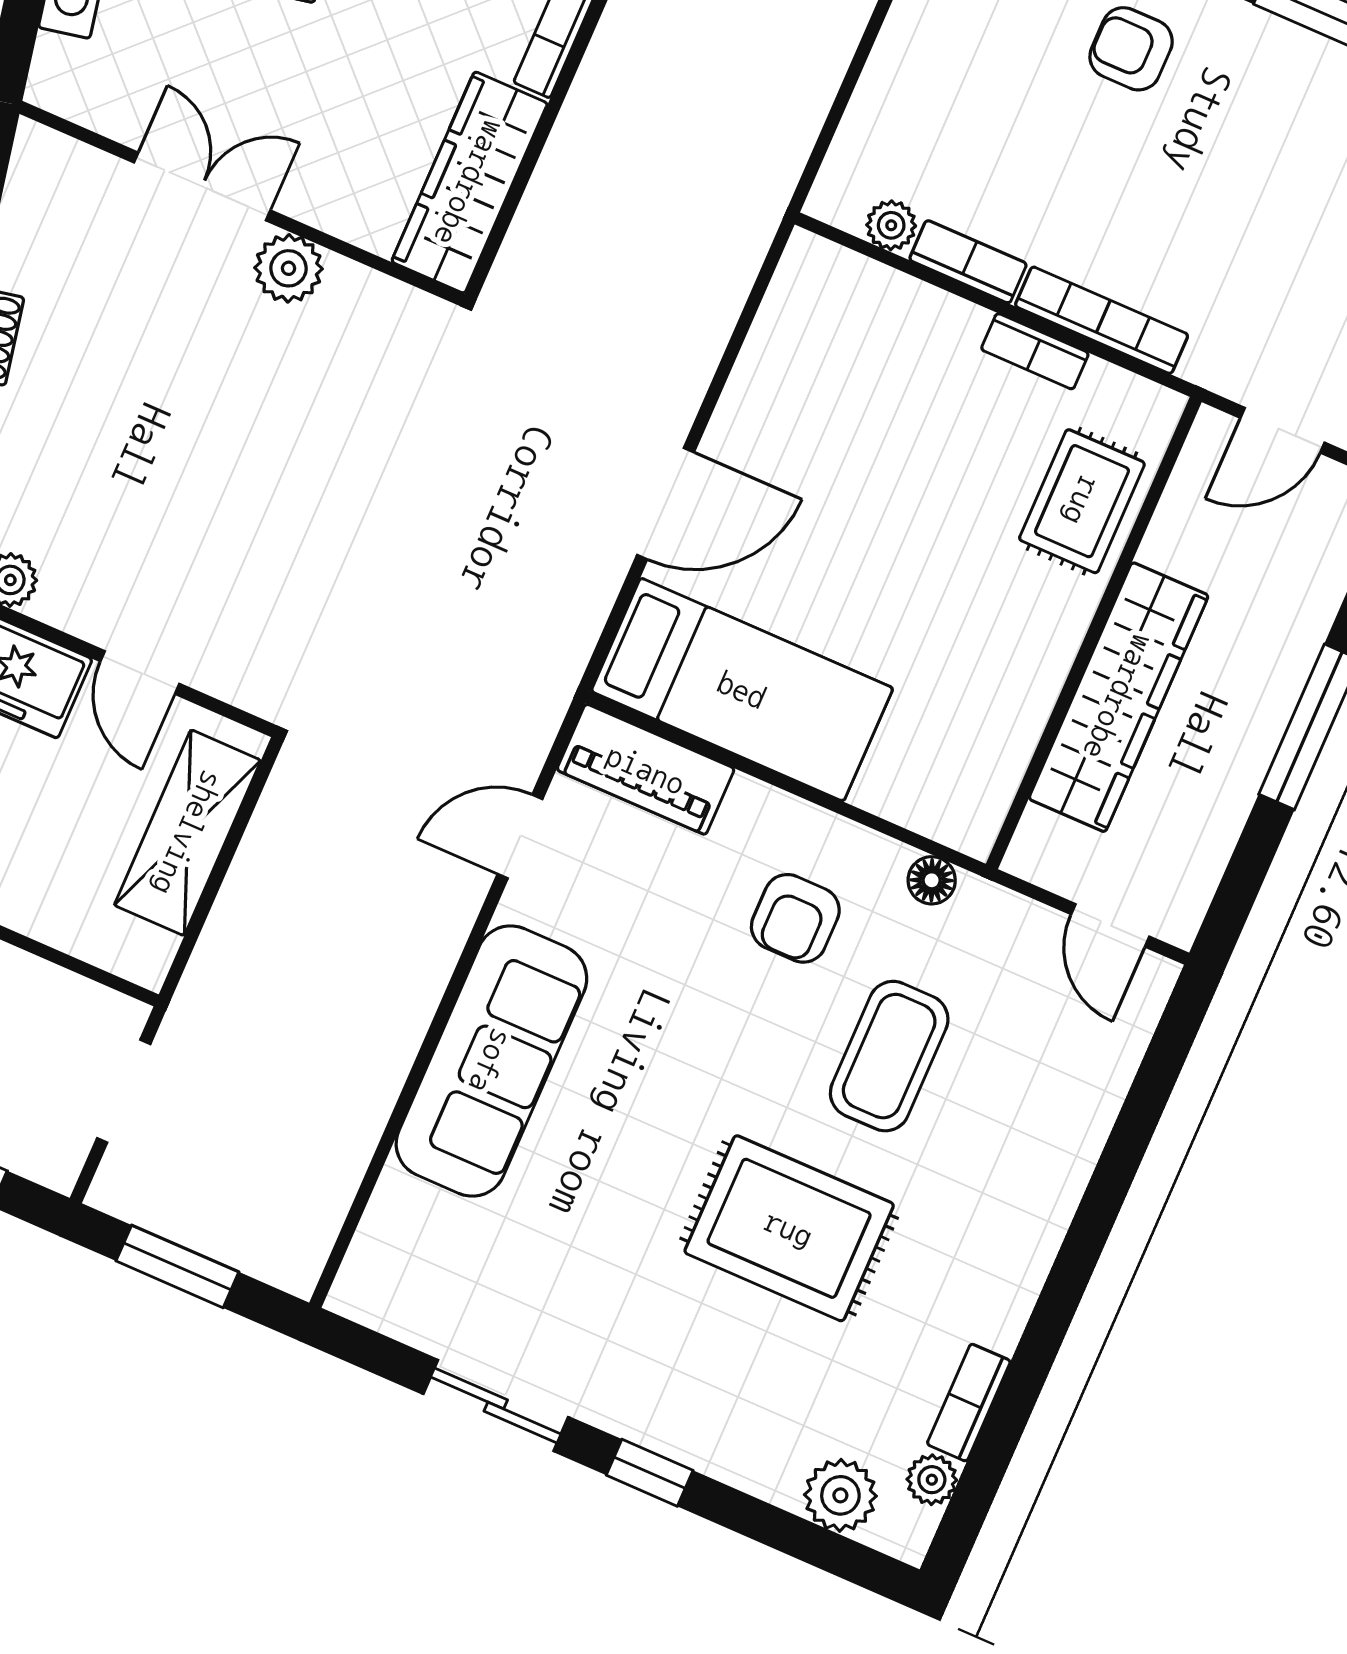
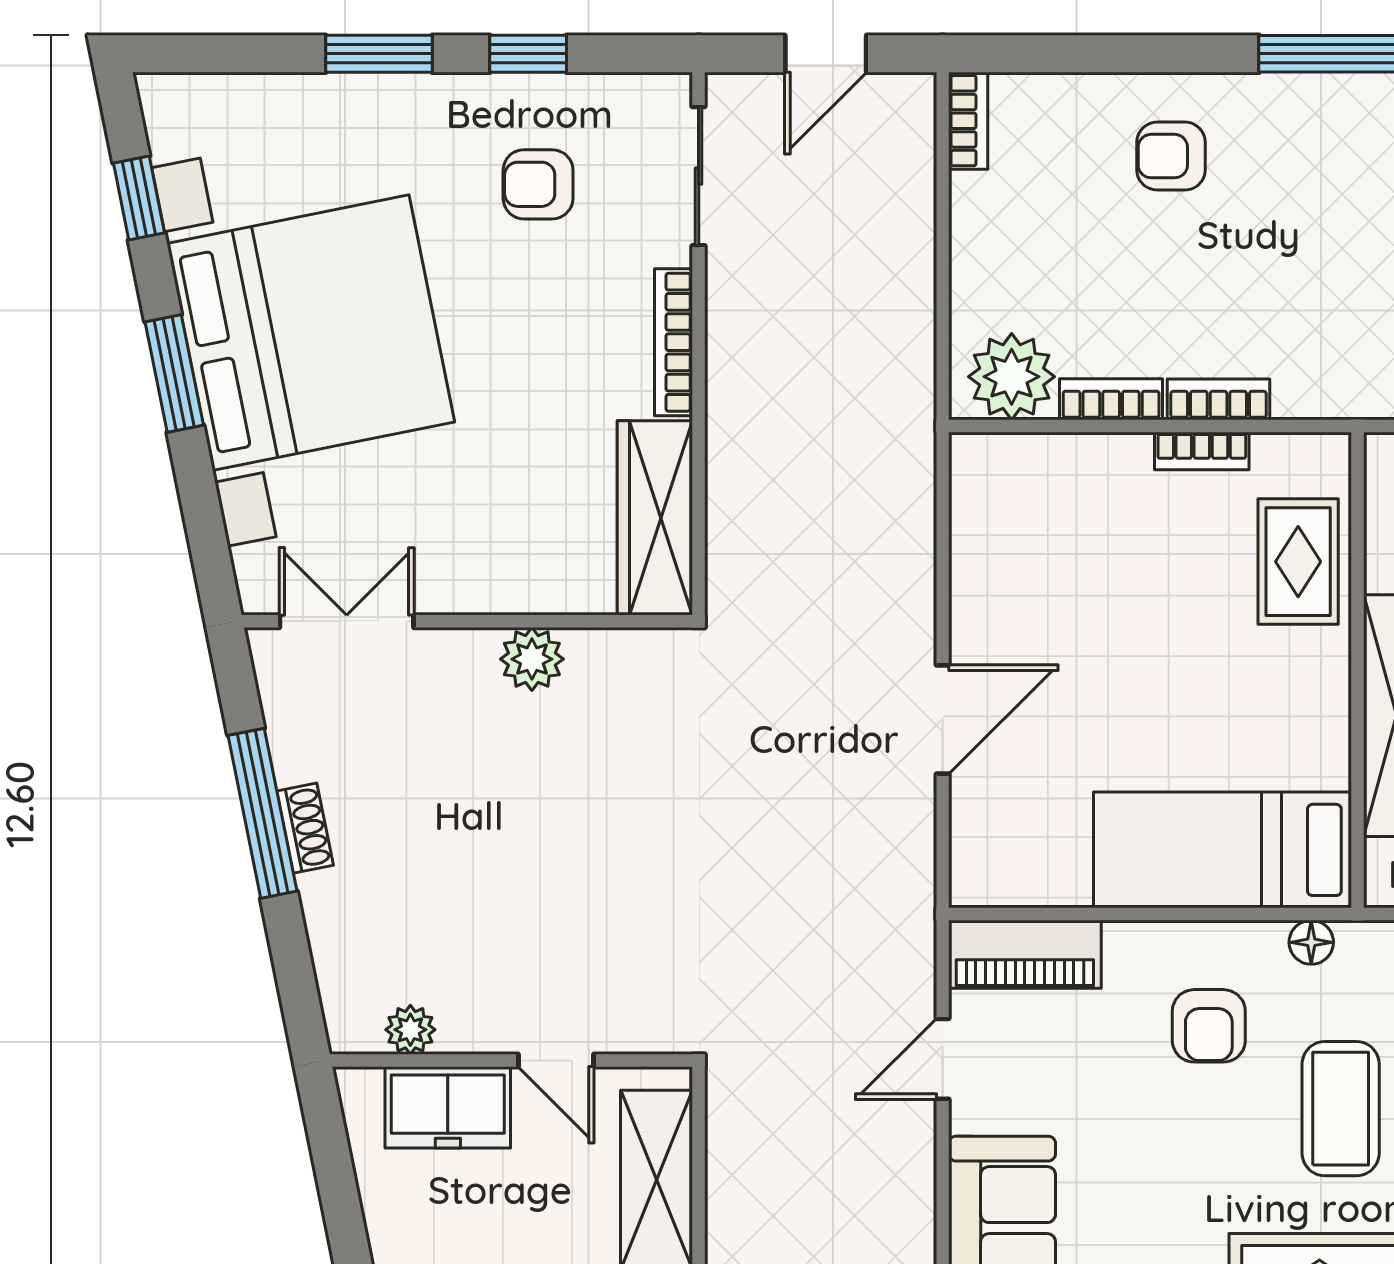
double door: (202, 186) -> (347, 621), moved
plant: (891, 225) -> (1012, 377), width x1.88, depth x1.88
bookcase: (1102, 320) -> (1219, 399), width x0.64
bed: (742, 690) -> (1223, 850), moved, turned 180

